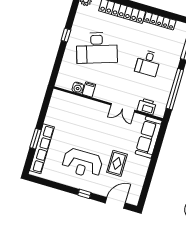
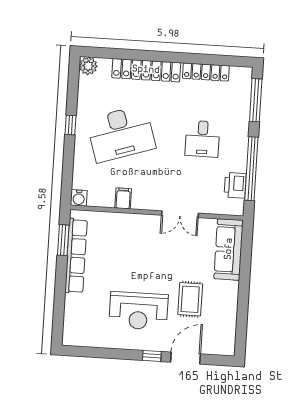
water cooler: (78, 88) -> (79, 198), moved
printer: (147, 106) -> (235, 185), moved, turned -90
window: (36, 139) -> (63, 240), moved
row of seats: (42, 149) -> (76, 256), moved
door: (115, 203) -> (185, 358), moved

